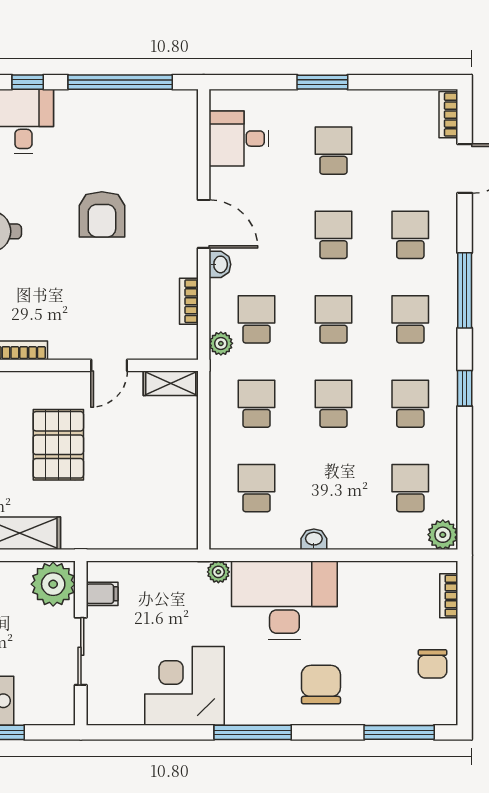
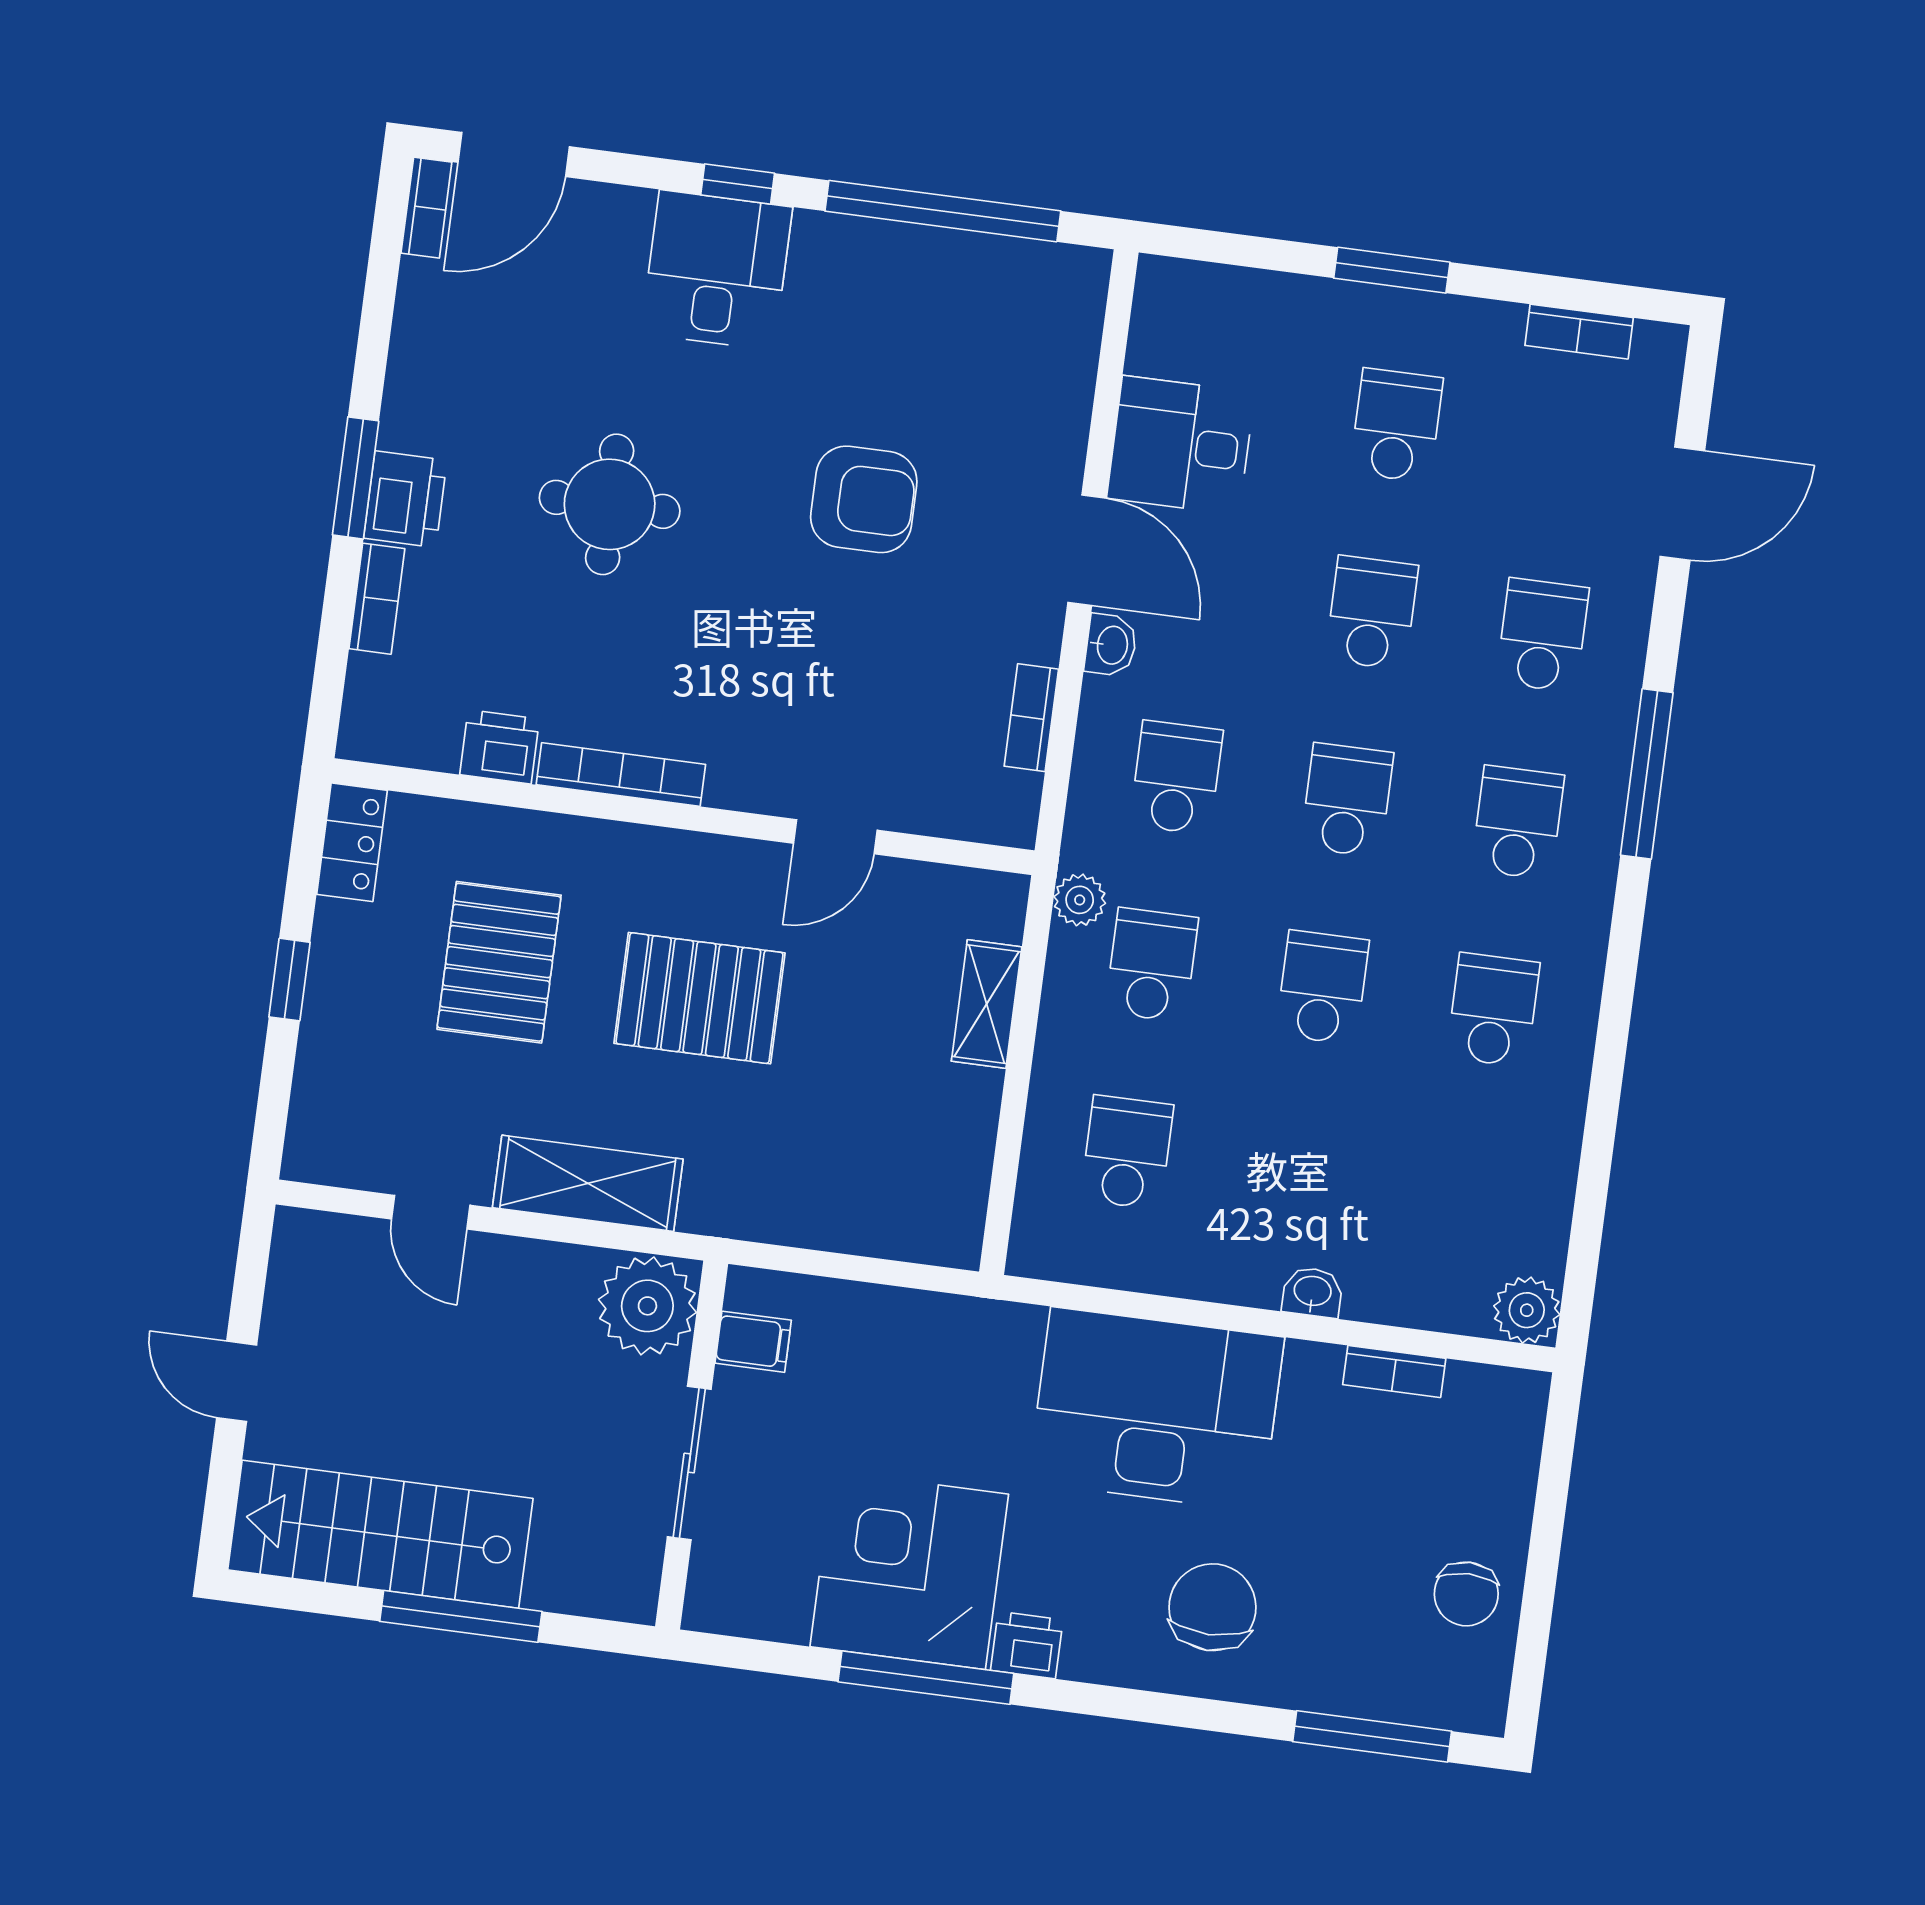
bookcase: (448, 115) -> (1579, 332), moved, turned -90
desk: (239, 139) -> (1181, 445), moved
armchair: (102, 214) -> (864, 499), turned -90
plant: (221, 343) -> (1080, 900), moved
shelving: (171, 383) -> (987, 1004), moved, turned 90
window: (465, 388) -> (1618, 991), removed
pallet: (58, 445) -> (700, 998), turned 90
school desk: (410, 488) -> (1468, 1197), removed
washbasin: (314, 539) -> (1312, 1292), moved
plant: (218, 572) -> (1018, 1327), removed
bookcase: (449, 596) -> (1394, 1372), moved, turned -90
printer: (241, 712) -> (1027, 1645), added
window: (253, 732) -> (926, 1678), moved

